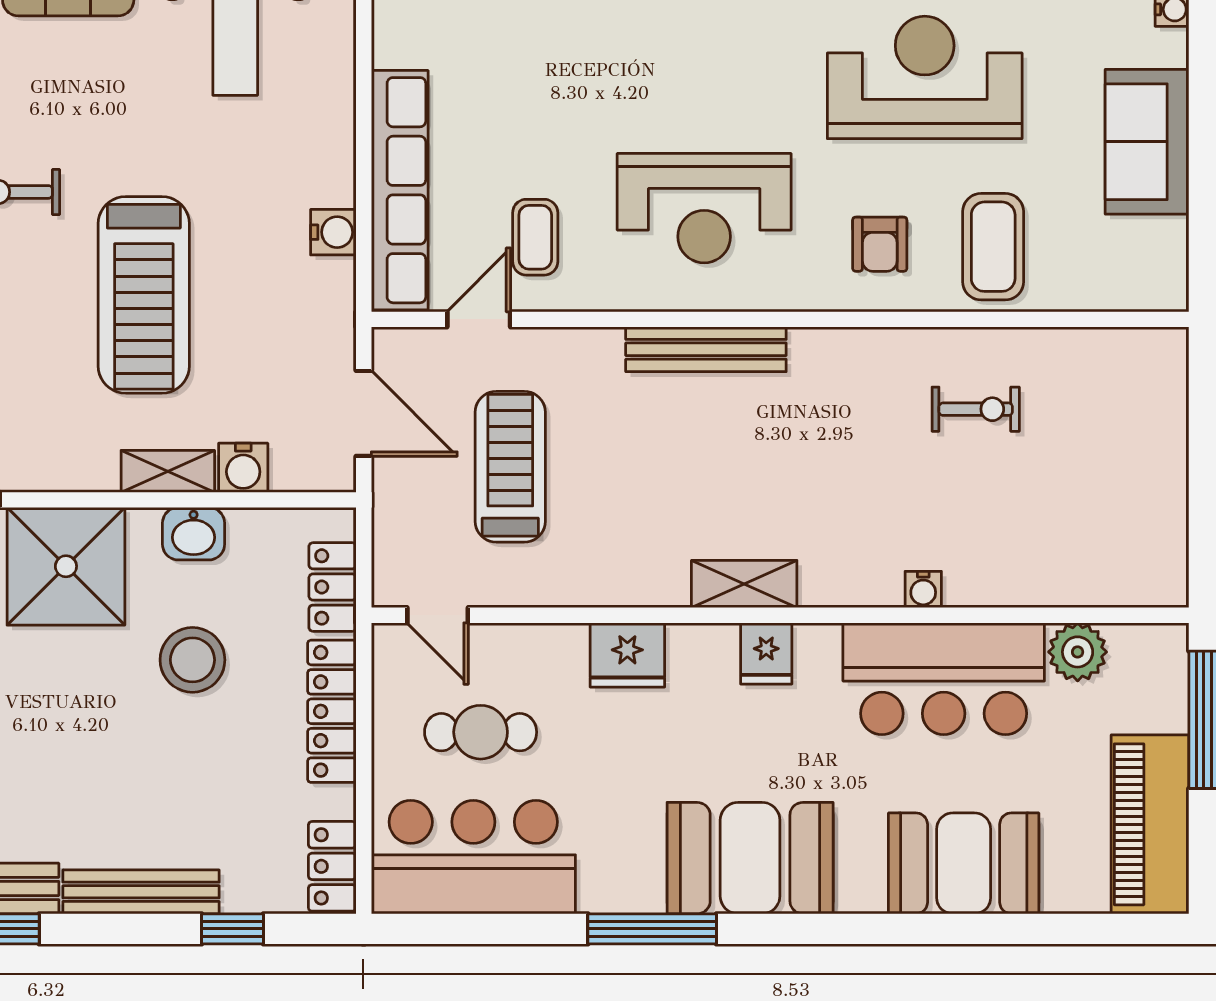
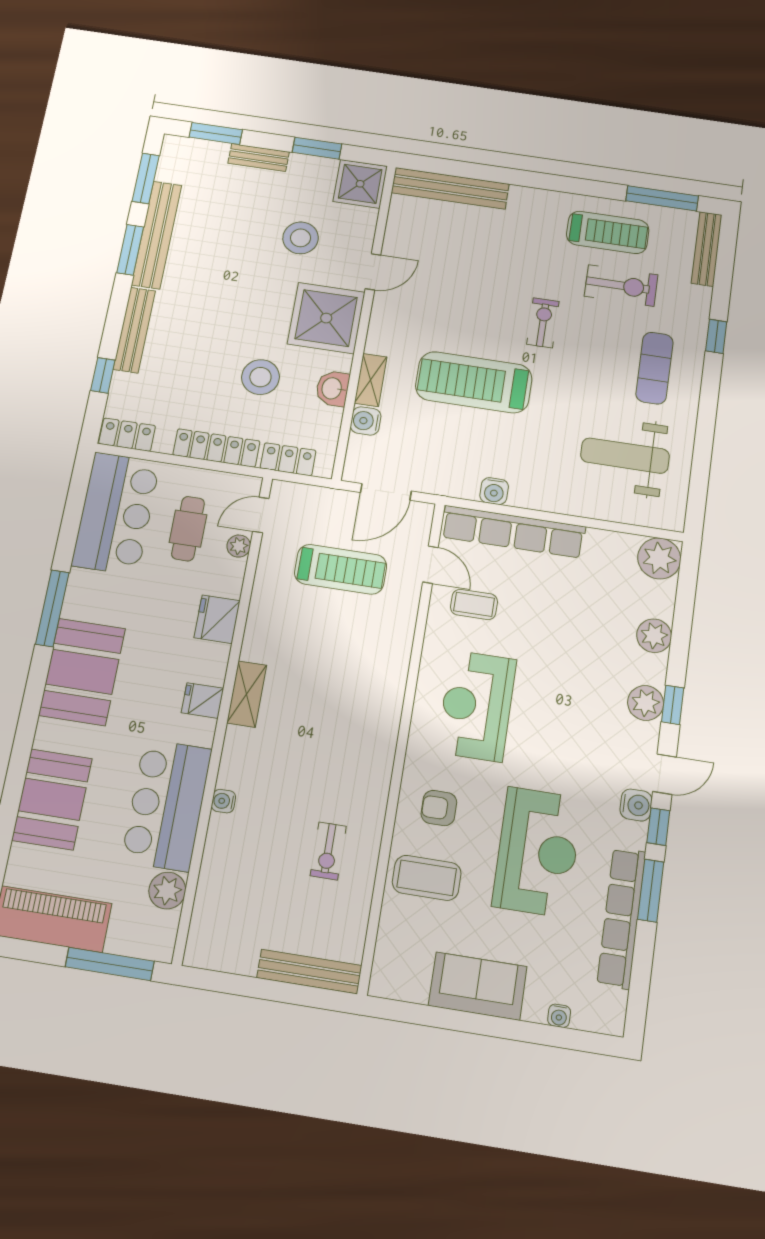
bench: (706, 349) -> (309, 972), moved, turned 90
plant: (497, 642) -> (239, 546), added

